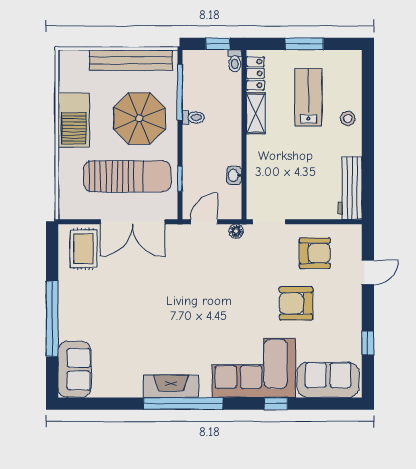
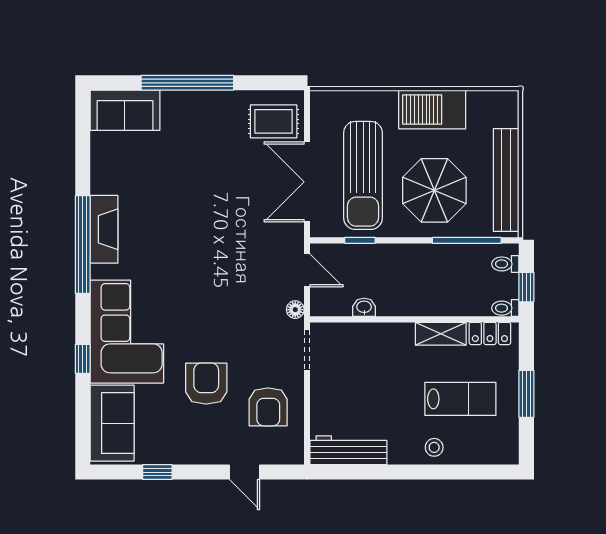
toilet: (193, 117) -> (505, 264), moved, turned 90

